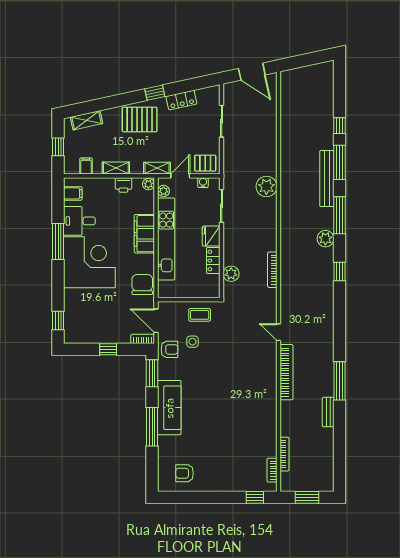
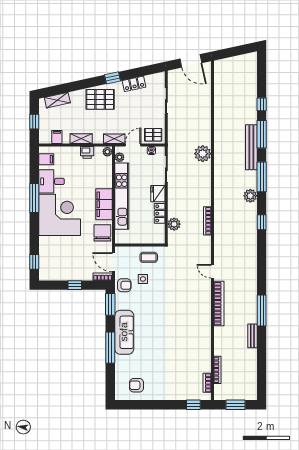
filing cabinet: (144, 234) -> (104, 204), moved

